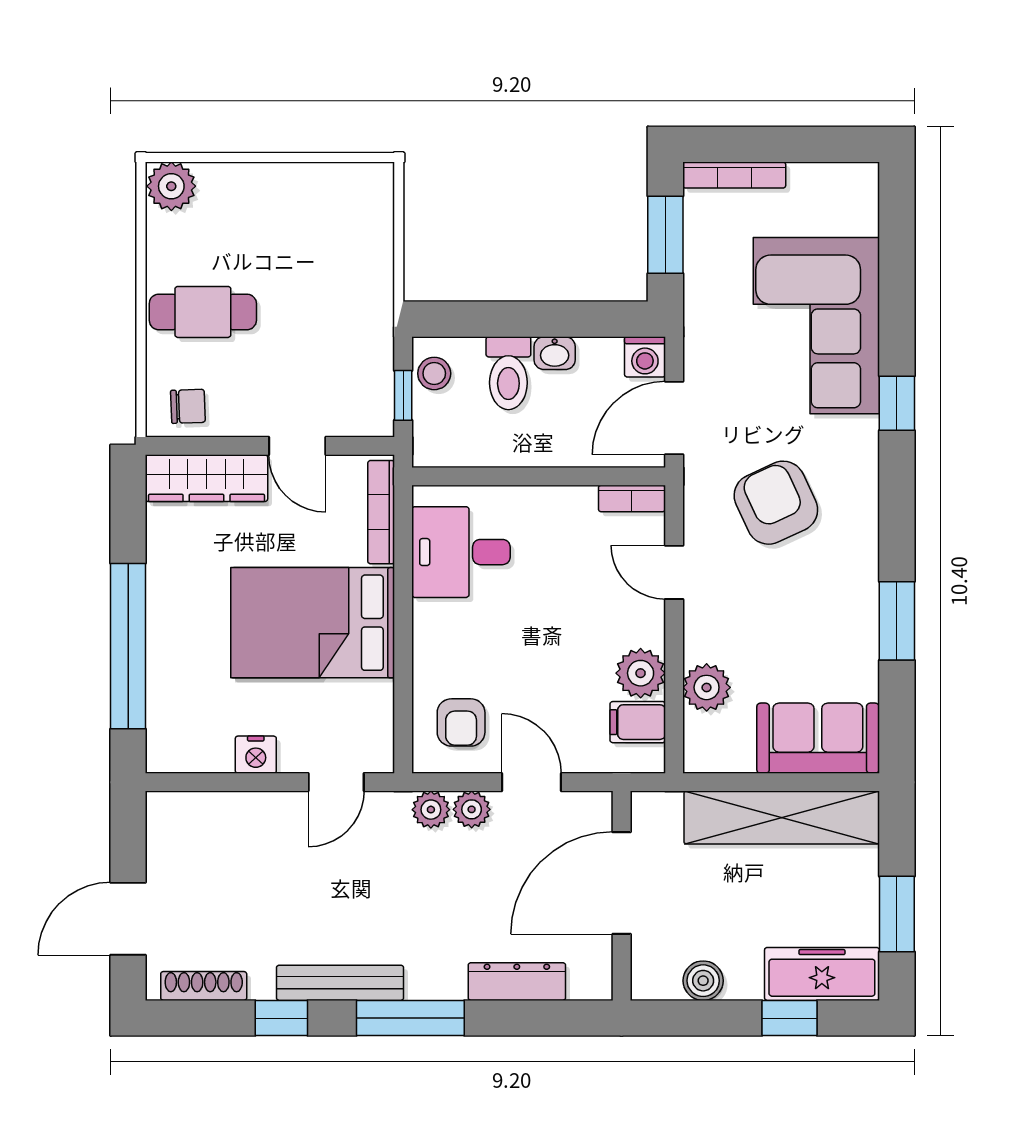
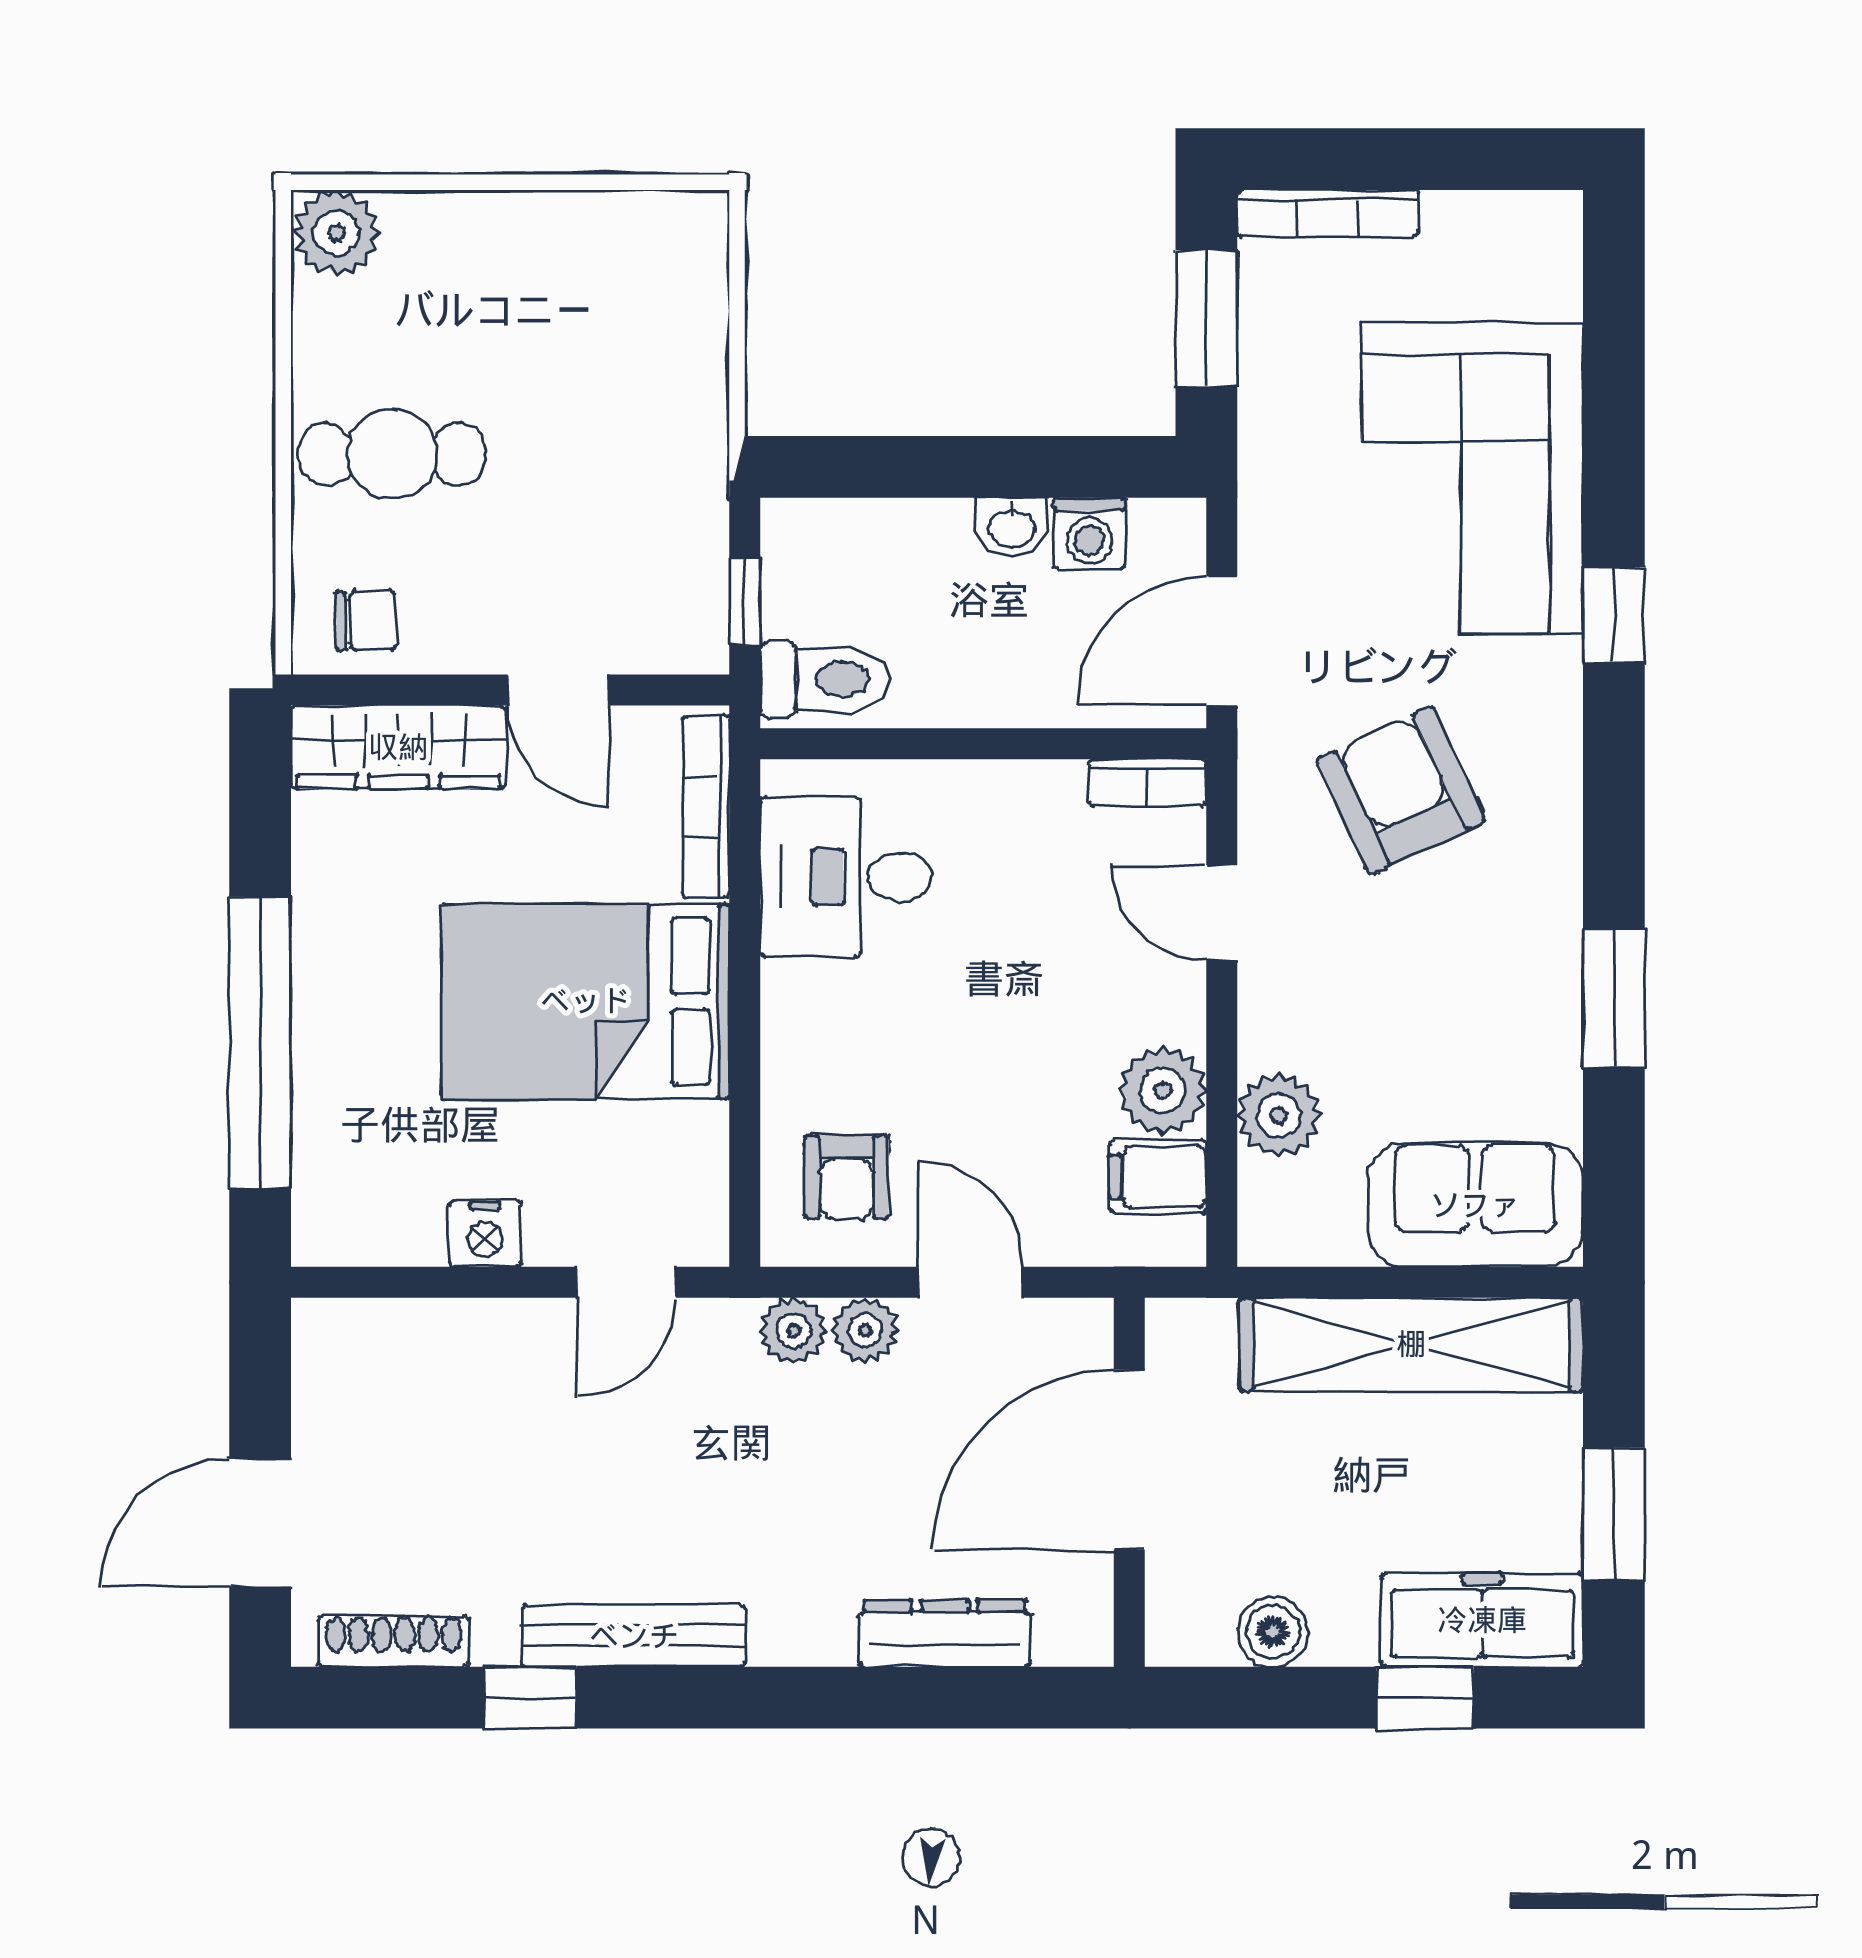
washing machine: (645, 357) -> (1089, 533), moved
stool: (434, 373) -> (799, 563), removed
toilet: (508, 373) -> (825, 679), moved, turned -90
window: (410, 1018) -> (757, 1698), removed

